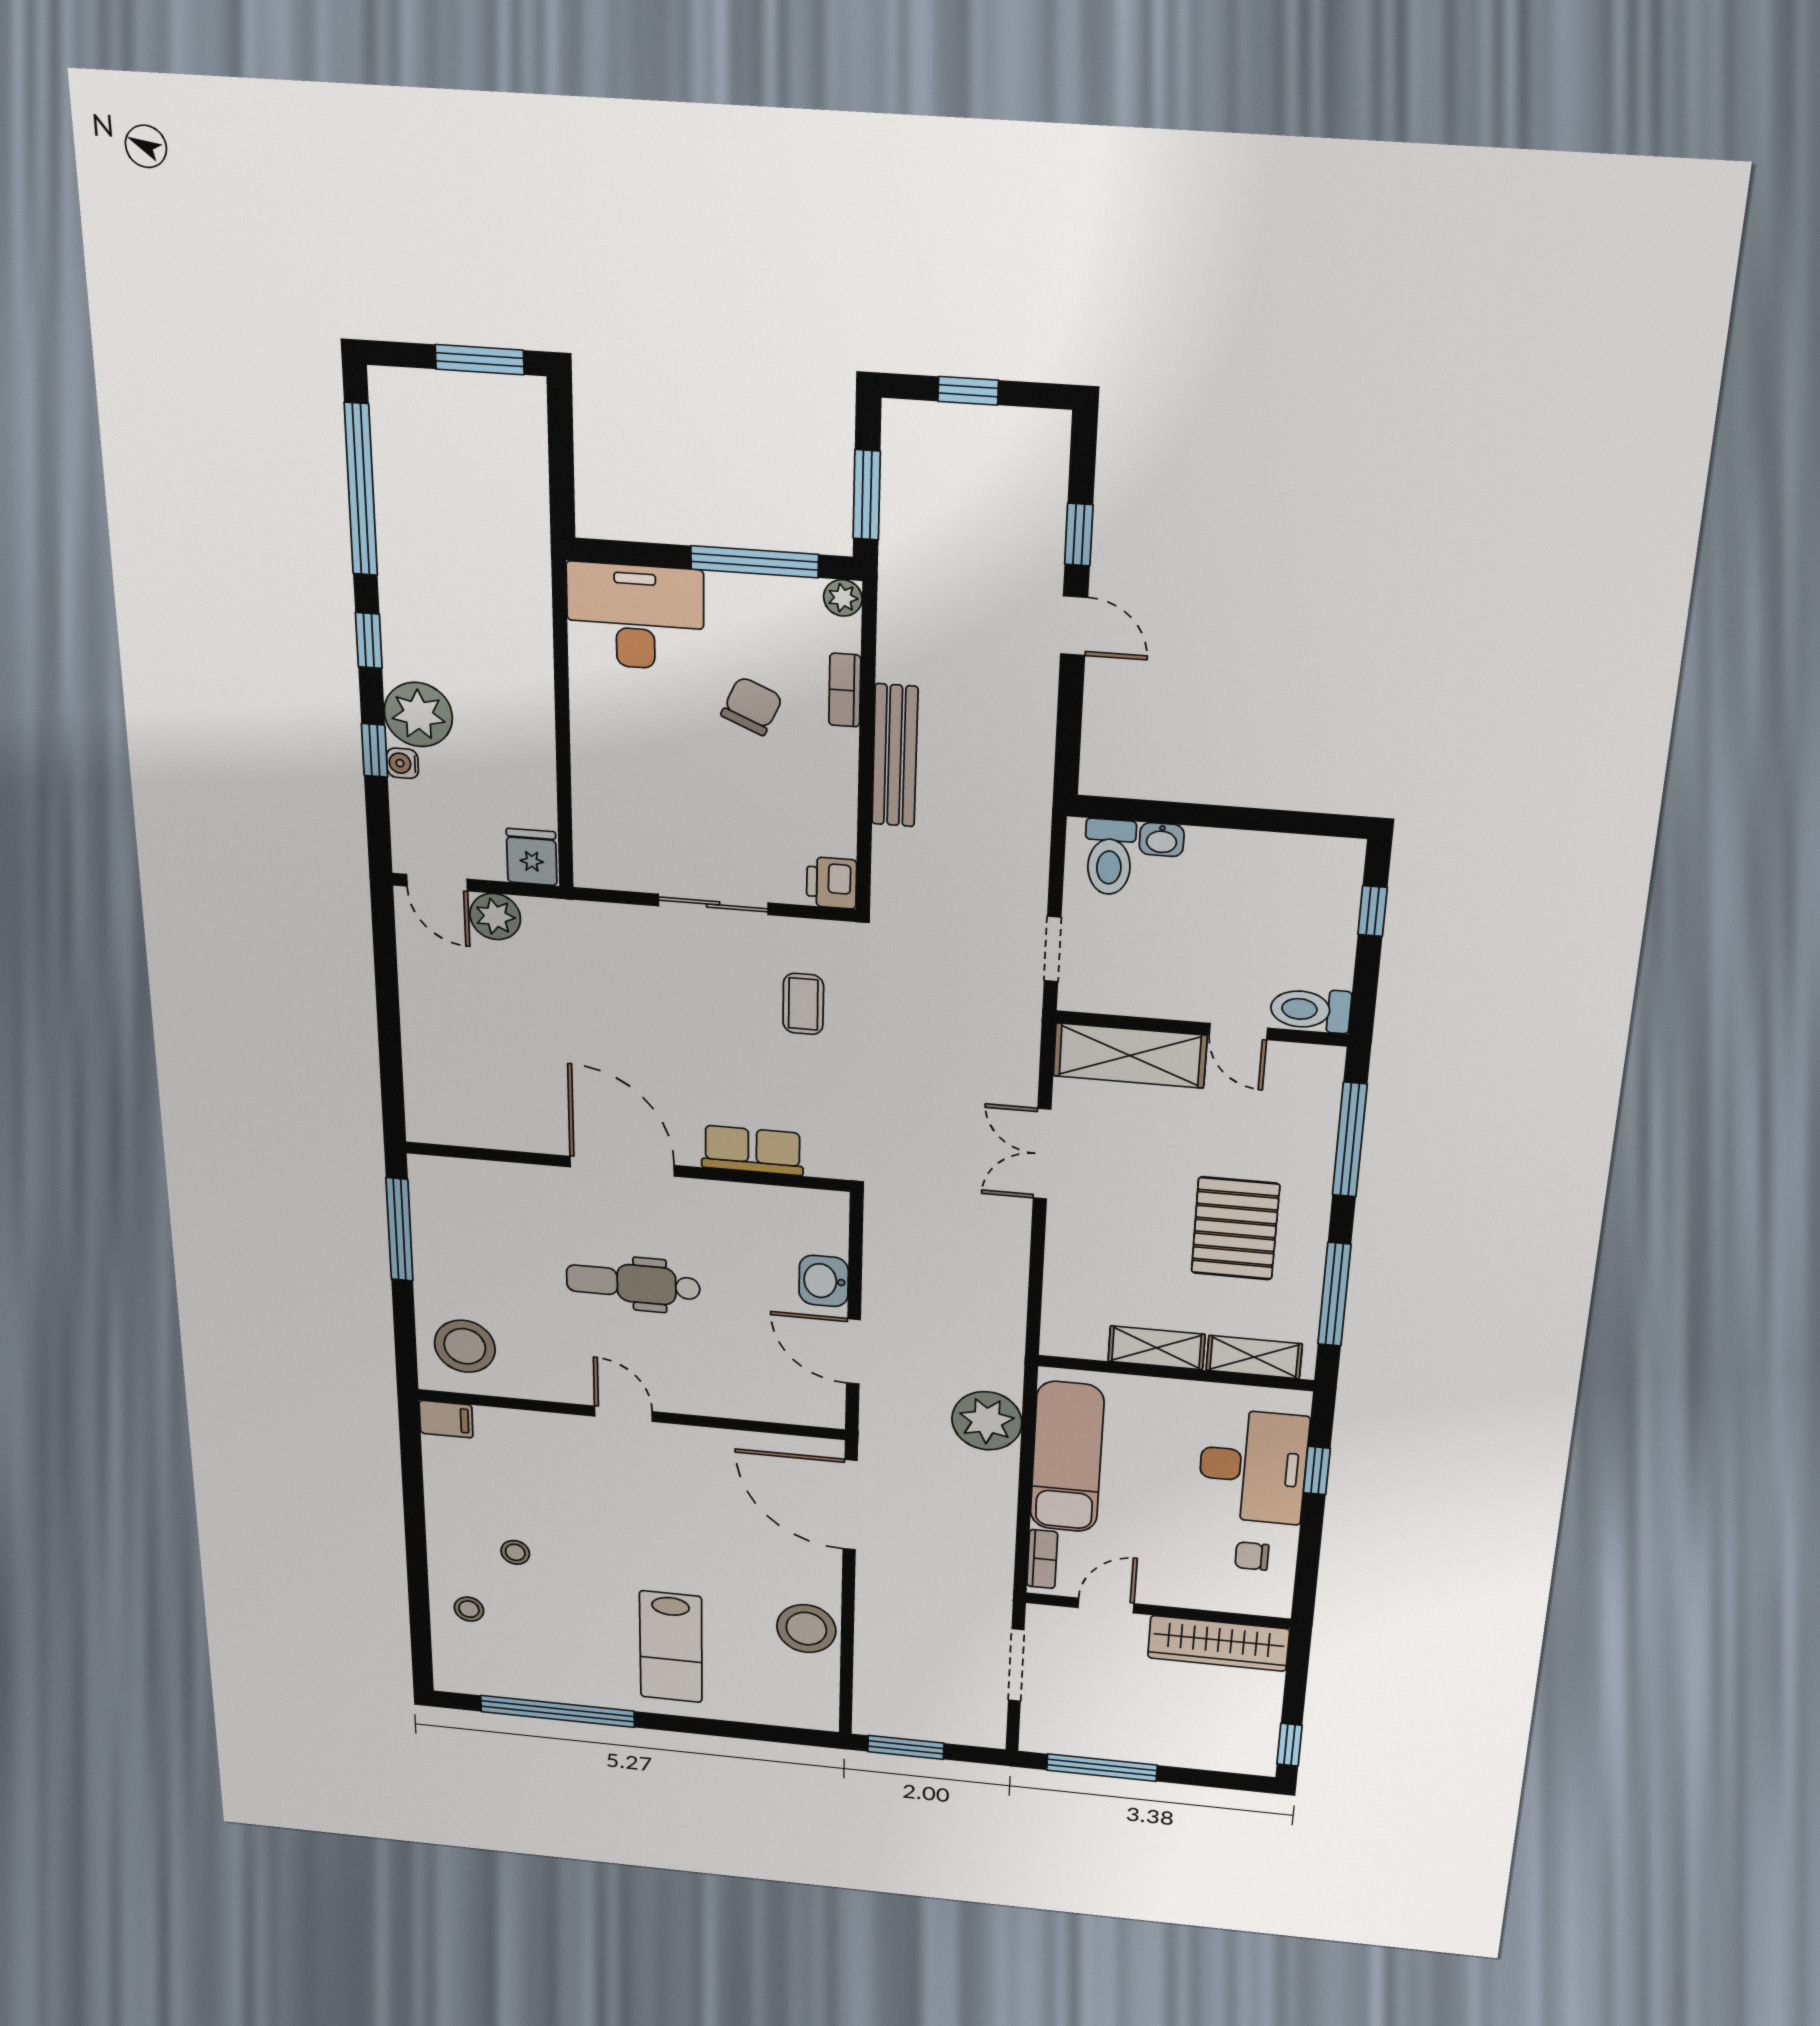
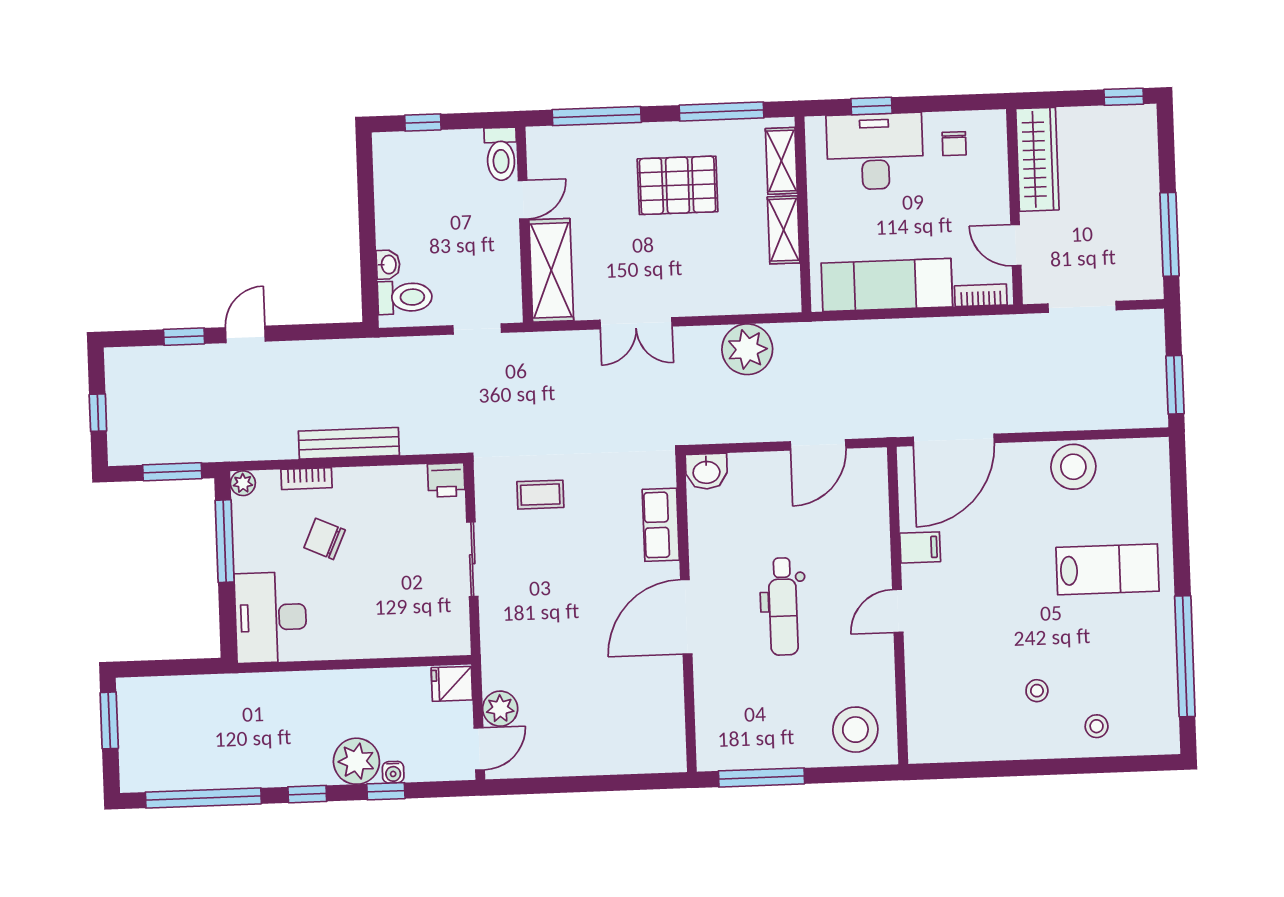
washbasin: (824, 1281) -> (706, 471), moved
filing cabinet: (446, 1419) -> (920, 547), moved, turned 90
plant: (987, 1421) -> (747, 349), moved

